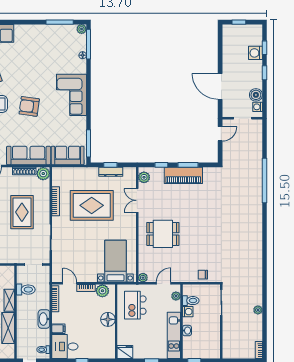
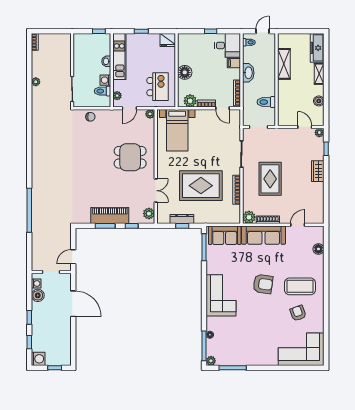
washing machine: (255, 53) -> (38, 359), moved
shelving: (9, 300) -> (283, 91), removed

